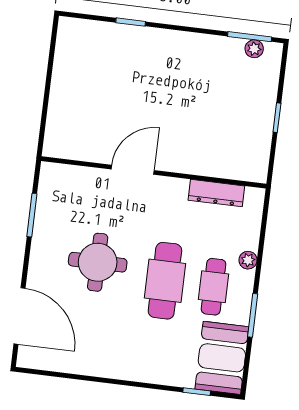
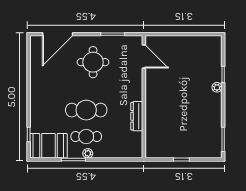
plant: (254, 49) -> (217, 87), moved
door: (133, 170) -> (144, 56), moved
dresser: (216, 193) -> (137, 116), moved
plant: (248, 260) -> (88, 153), moved
round table: (98, 262) -> (93, 62), moved

